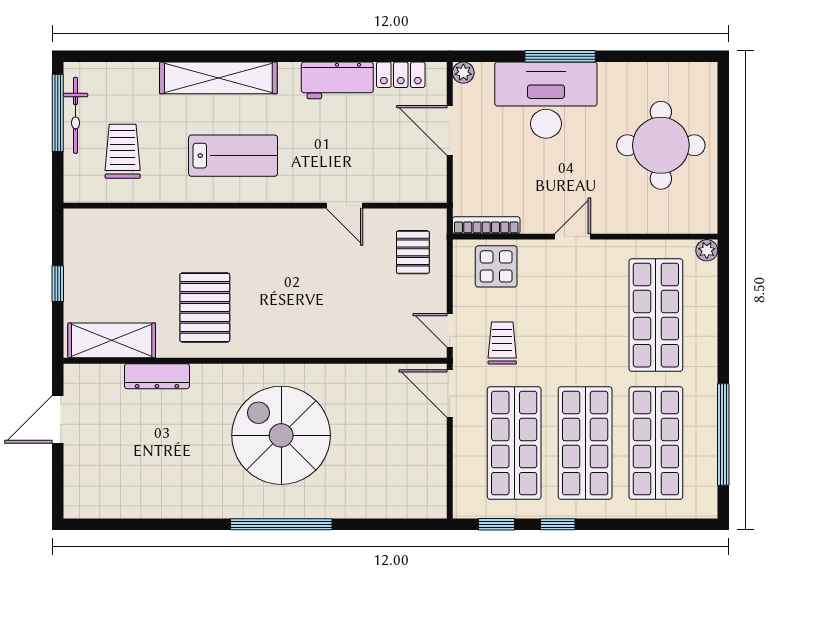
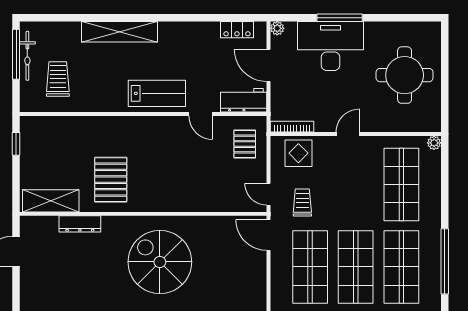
workbench: (337, 80) -> (244, 100), moved, turned 180
lab bench: (233, 156) -> (157, 93), moved
window: (58, 284) -> (16, 144), moved

